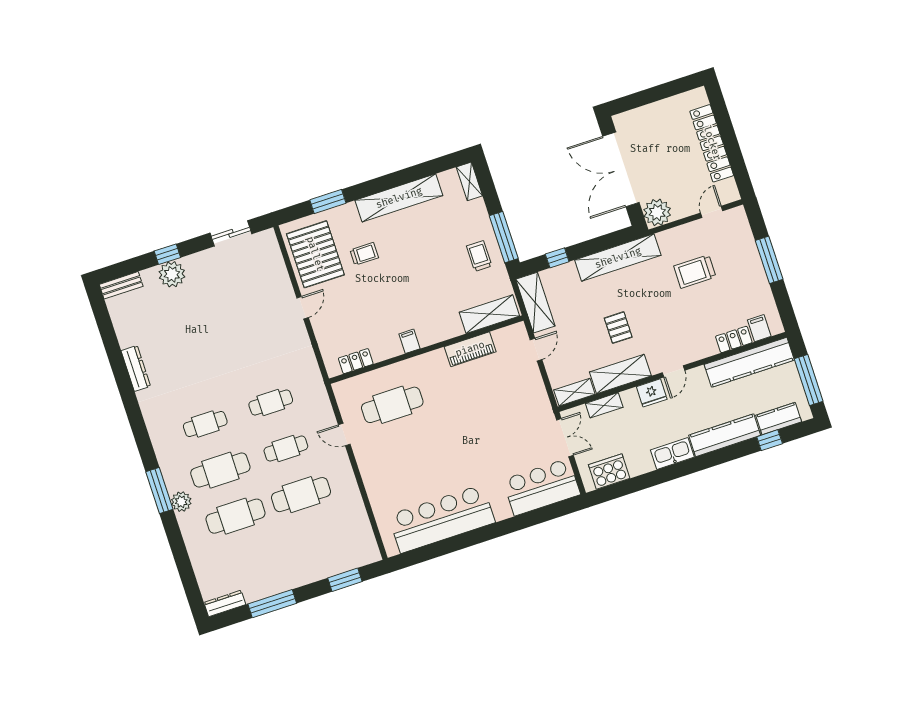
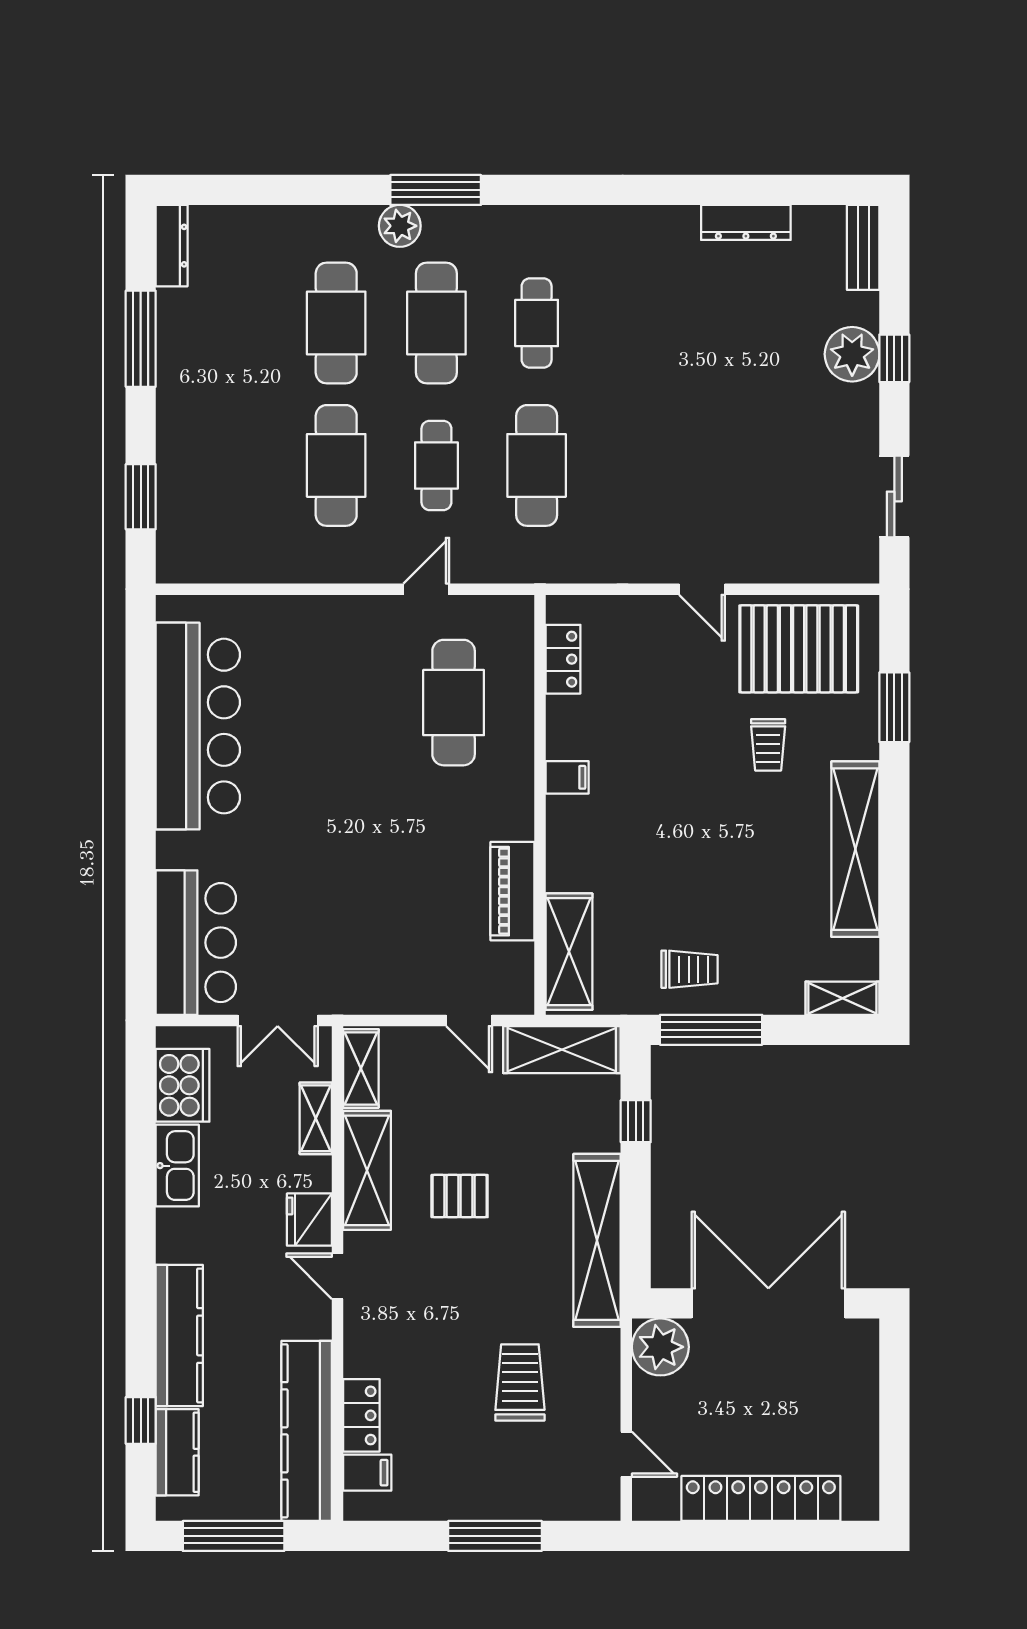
dresser: (136, 368) -> (746, 222), moved
cafe table: (271, 402) -> (537, 465), width x1.37, depth x1.35
kitchen sink: (672, 453) -> (177, 1166), moved

